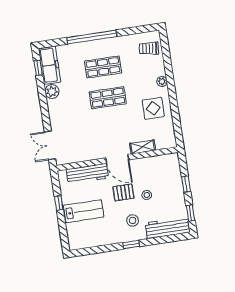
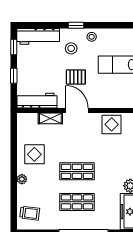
display table: (80, 150) -> (112, 124), added
workbench: (87, 174) -> (37, 101), moved
stool: (147, 195) -> (92, 37), moved

